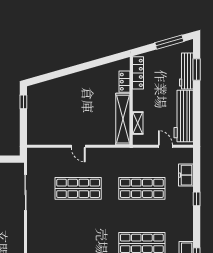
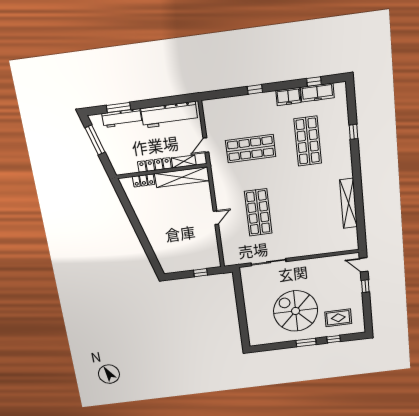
locker: (138, 73) -> (154, 165), moved
window: (23, 102) -> (200, 273), moved
door: (165, 146) -> (206, 145), moved
freezer: (186, 175) -> (288, 97), moved
shop shelf: (142, 188) -> (251, 149), turned 90

